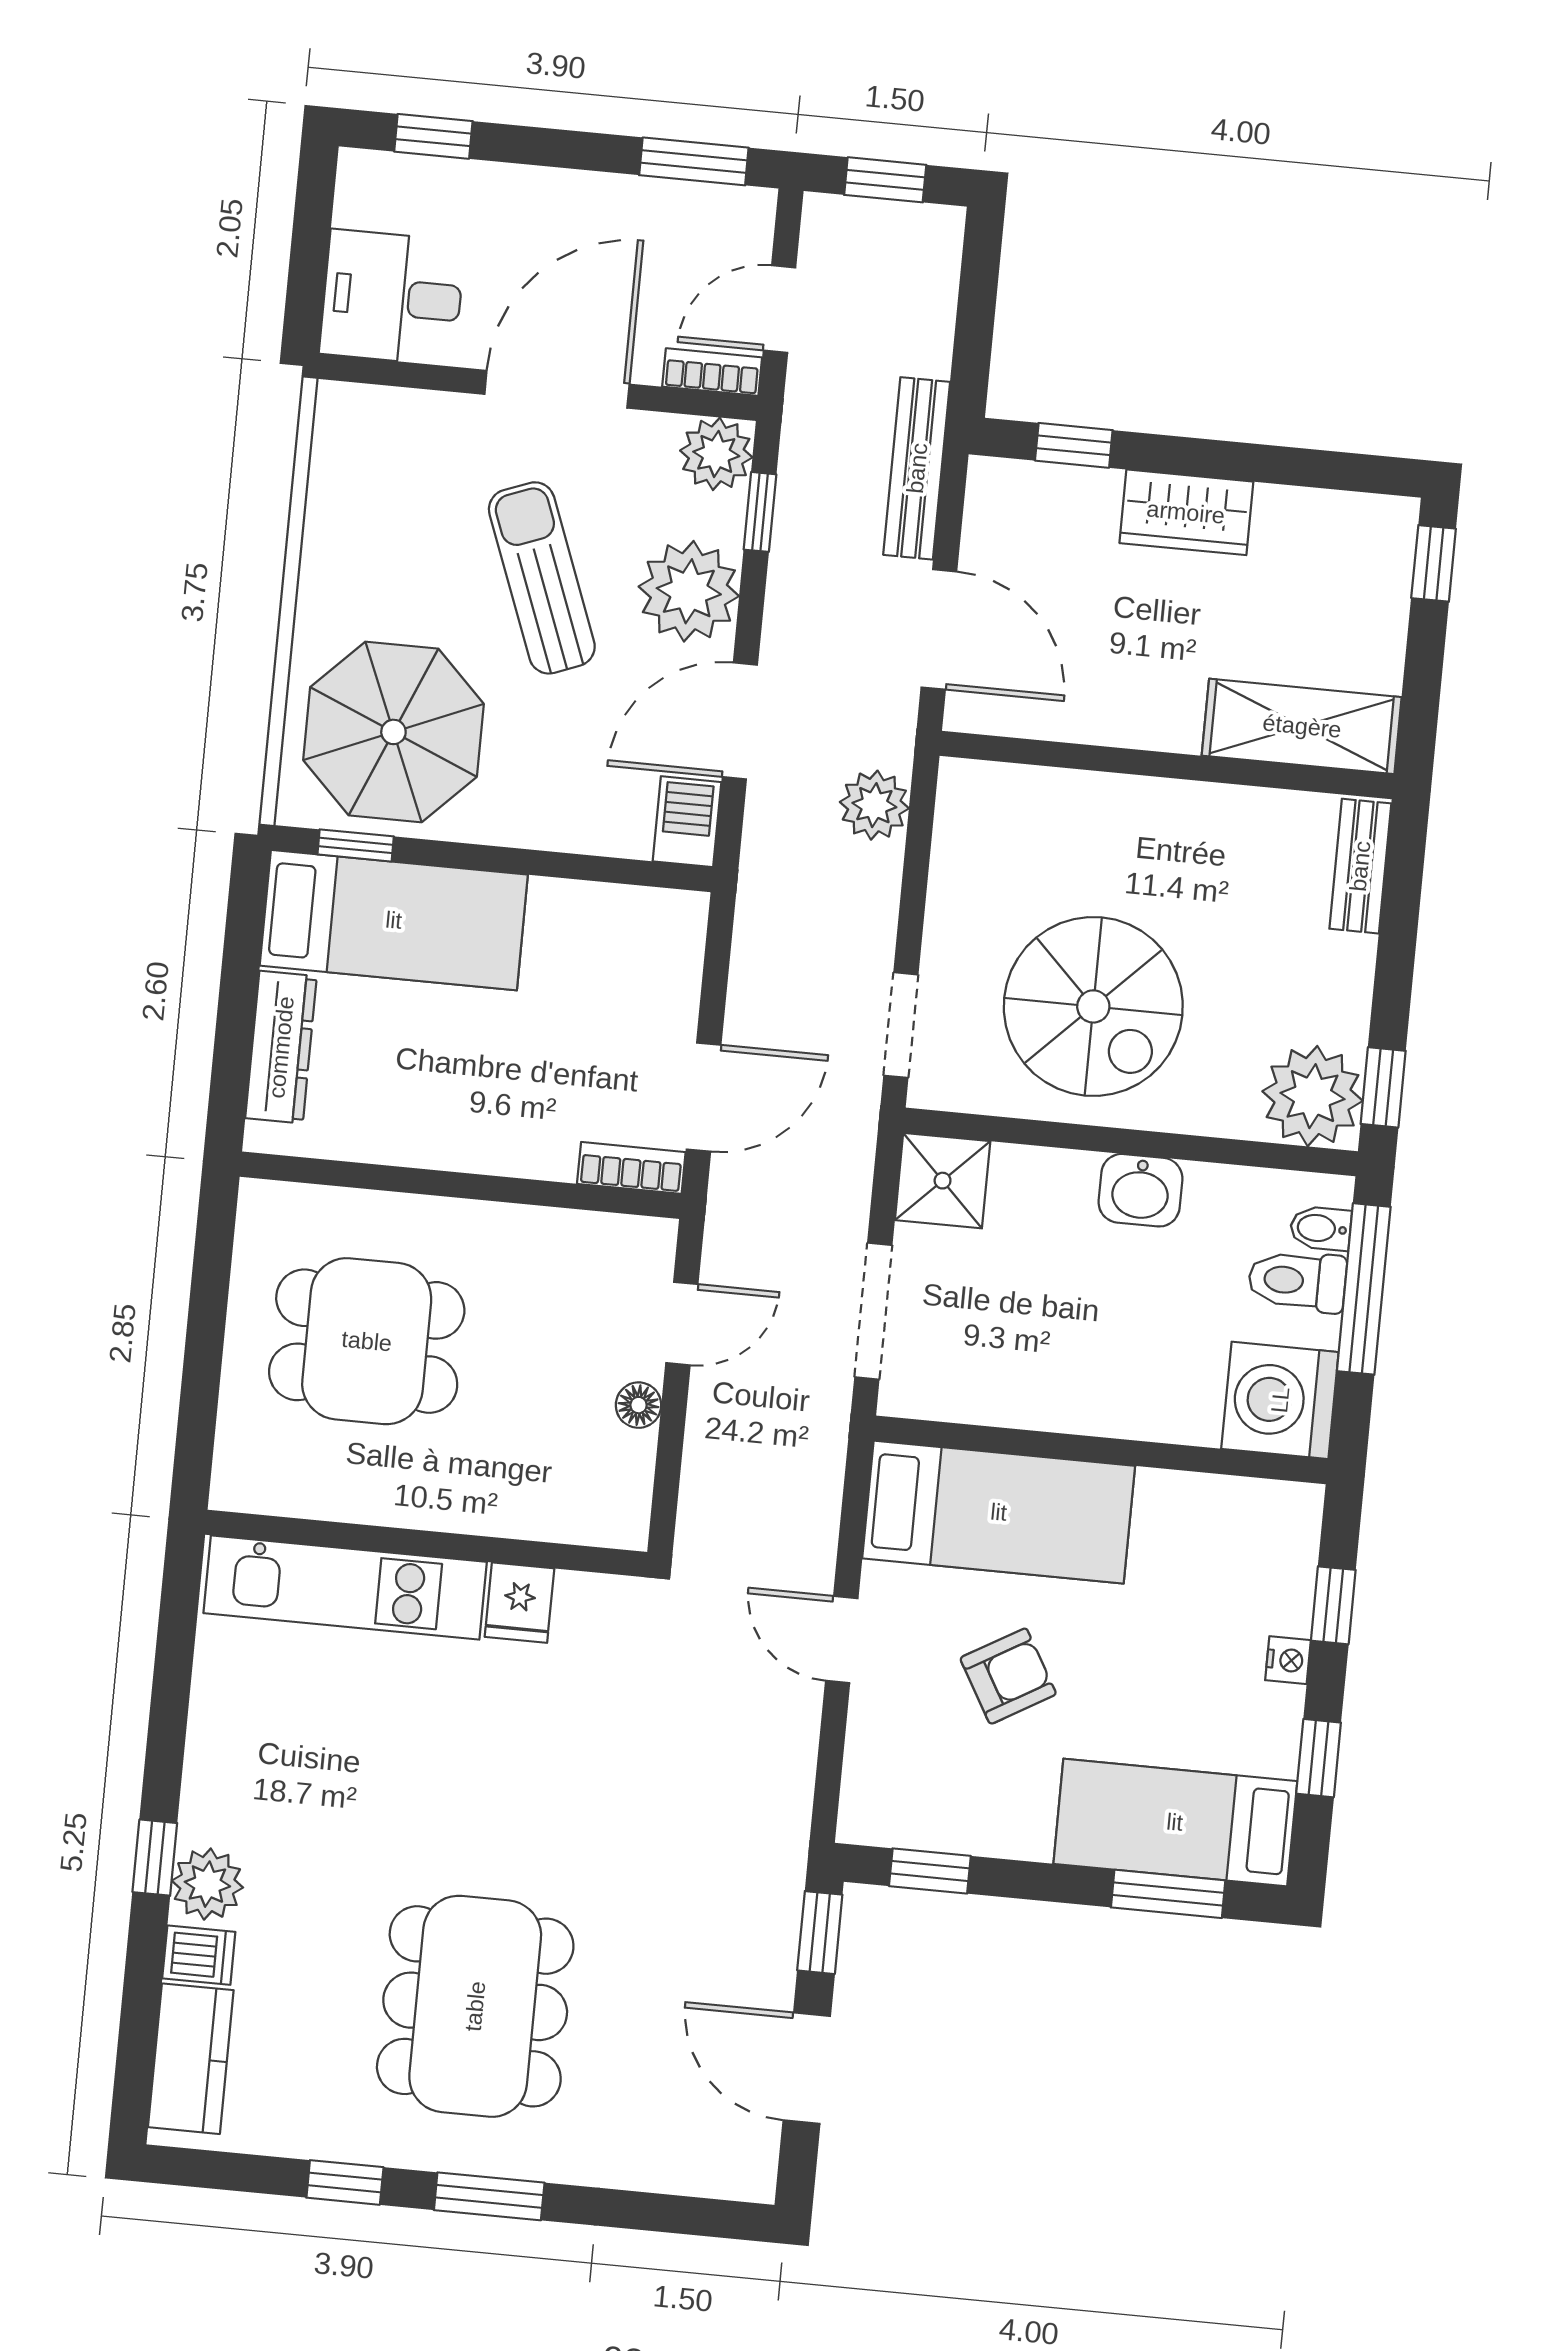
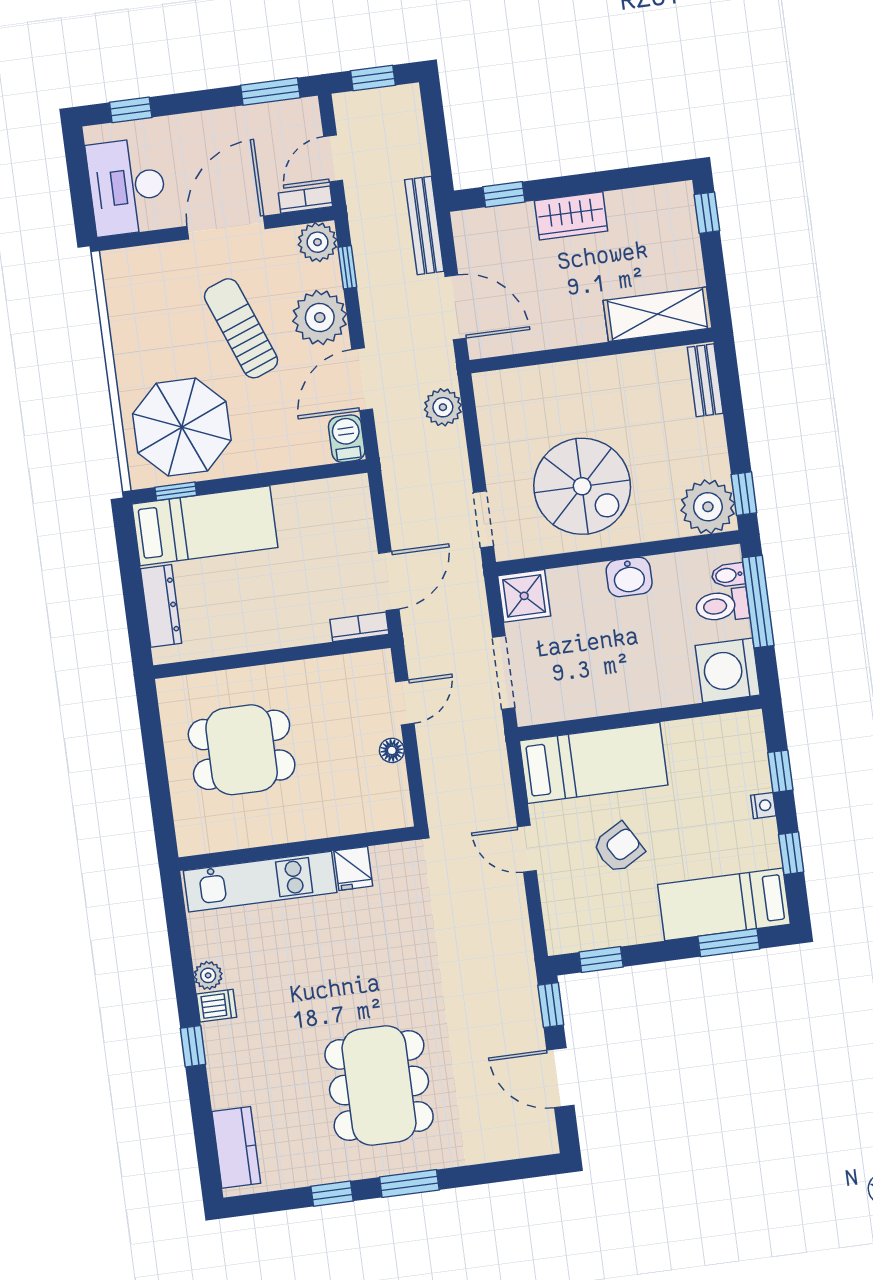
desk: (392, 297) -> (127, 187), width x1.37
plant: (207, 1884) -> (208, 975), moved, width x0.73, depth x0.73
dishwasher: (199, 1955) -> (217, 1006), moved

